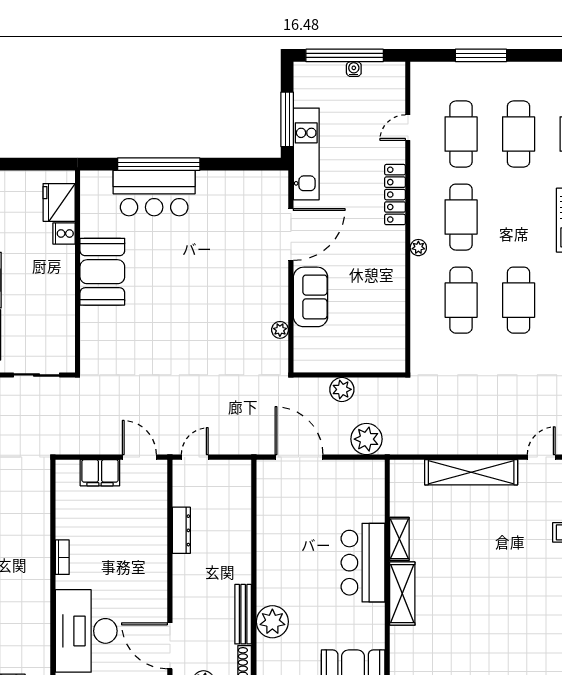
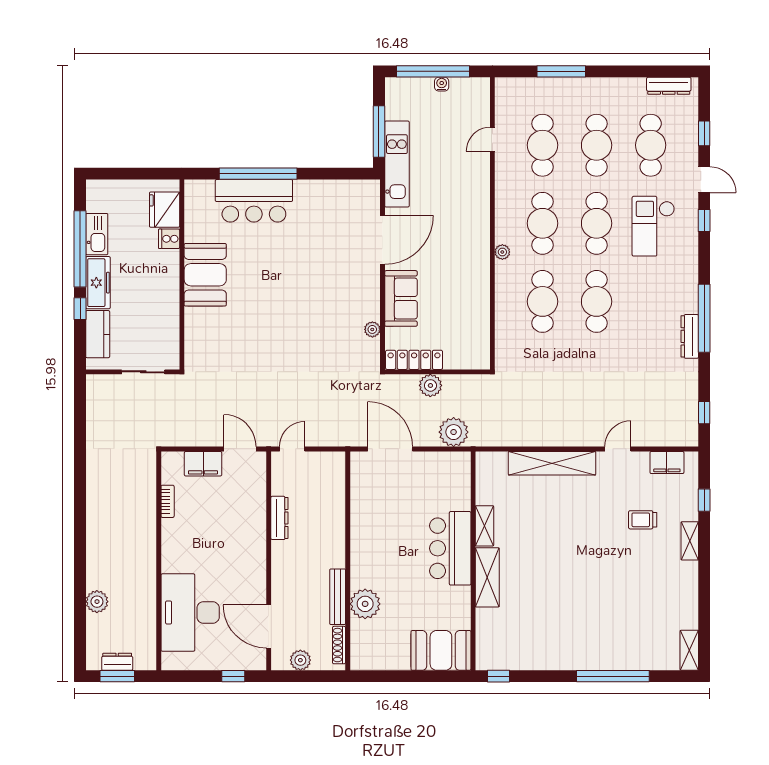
locker: (395, 195) -> (414, 360), moved, turned 90
cafe table: (519, 217) -> (597, 223), added
bookcase: (62, 557) -> (168, 501), moved

